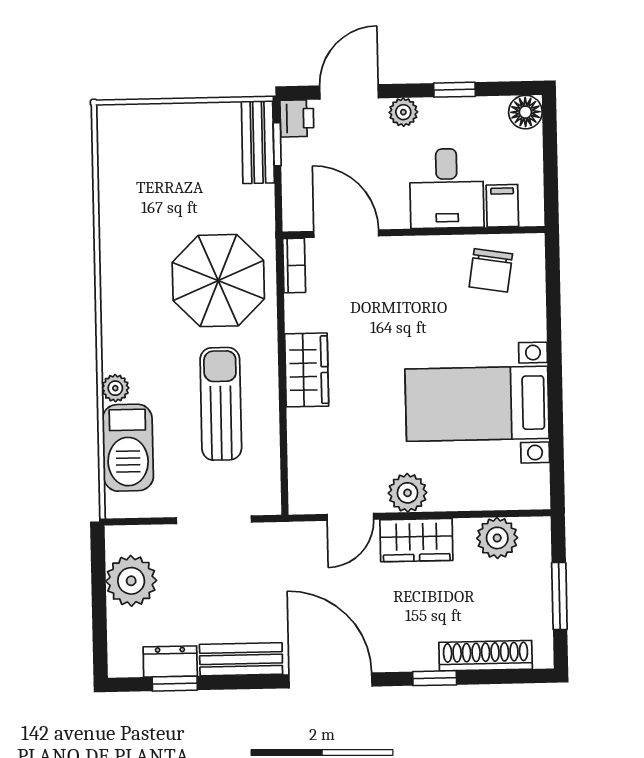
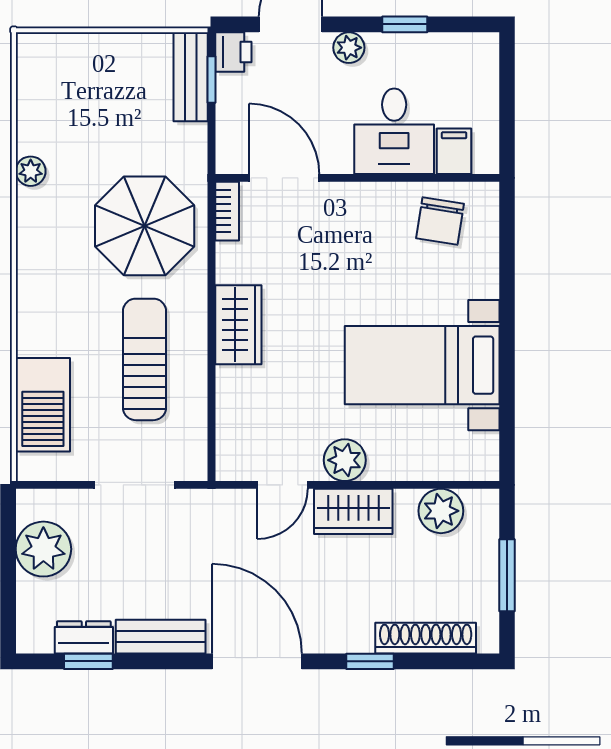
floor lamp: (525, 112) -> (481, 50), removed
plant: (115, 388) -> (31, 171), moved

